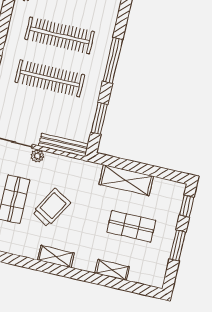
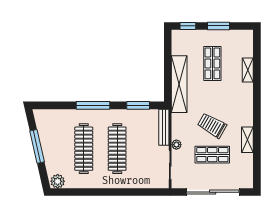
shelving: (126, 180) -> (179, 84), width x1.47
shelving: (56, 257) -> (247, 140), moved

